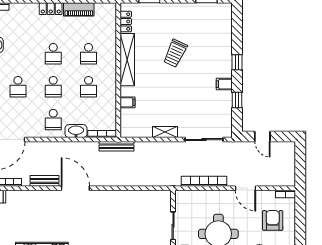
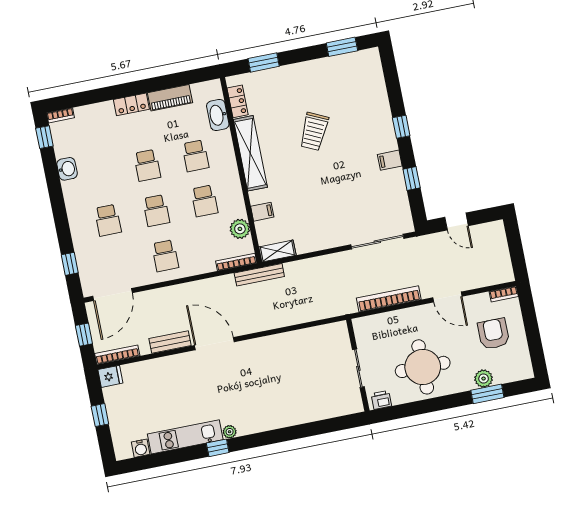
plant: (109, 111) -> (240, 229), added
washbasin: (76, 131) -> (218, 115), moved, turned -90
shelving: (165, 132) -> (277, 251), moved

